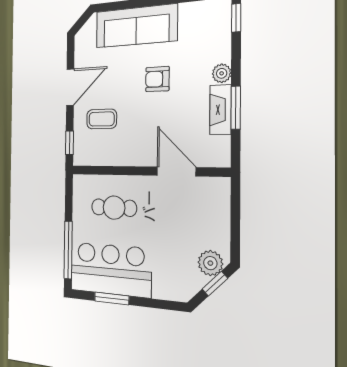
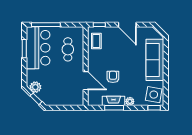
side table: (207, 22) -> (154, 95), added
armchair: (157, 79) -> (113, 77), moved
coffee table: (102, 119) -> (96, 41), moved
door: (176, 171) -> (86, 81), hinge flipped
plant: (210, 263) -> (35, 87), moved

